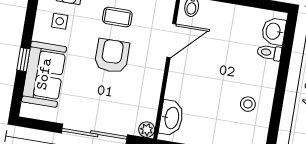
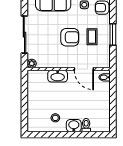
washbasin: (274, 31) -> (74, 126), moved
washbasin: (171, 118) -> (58, 76), moved

